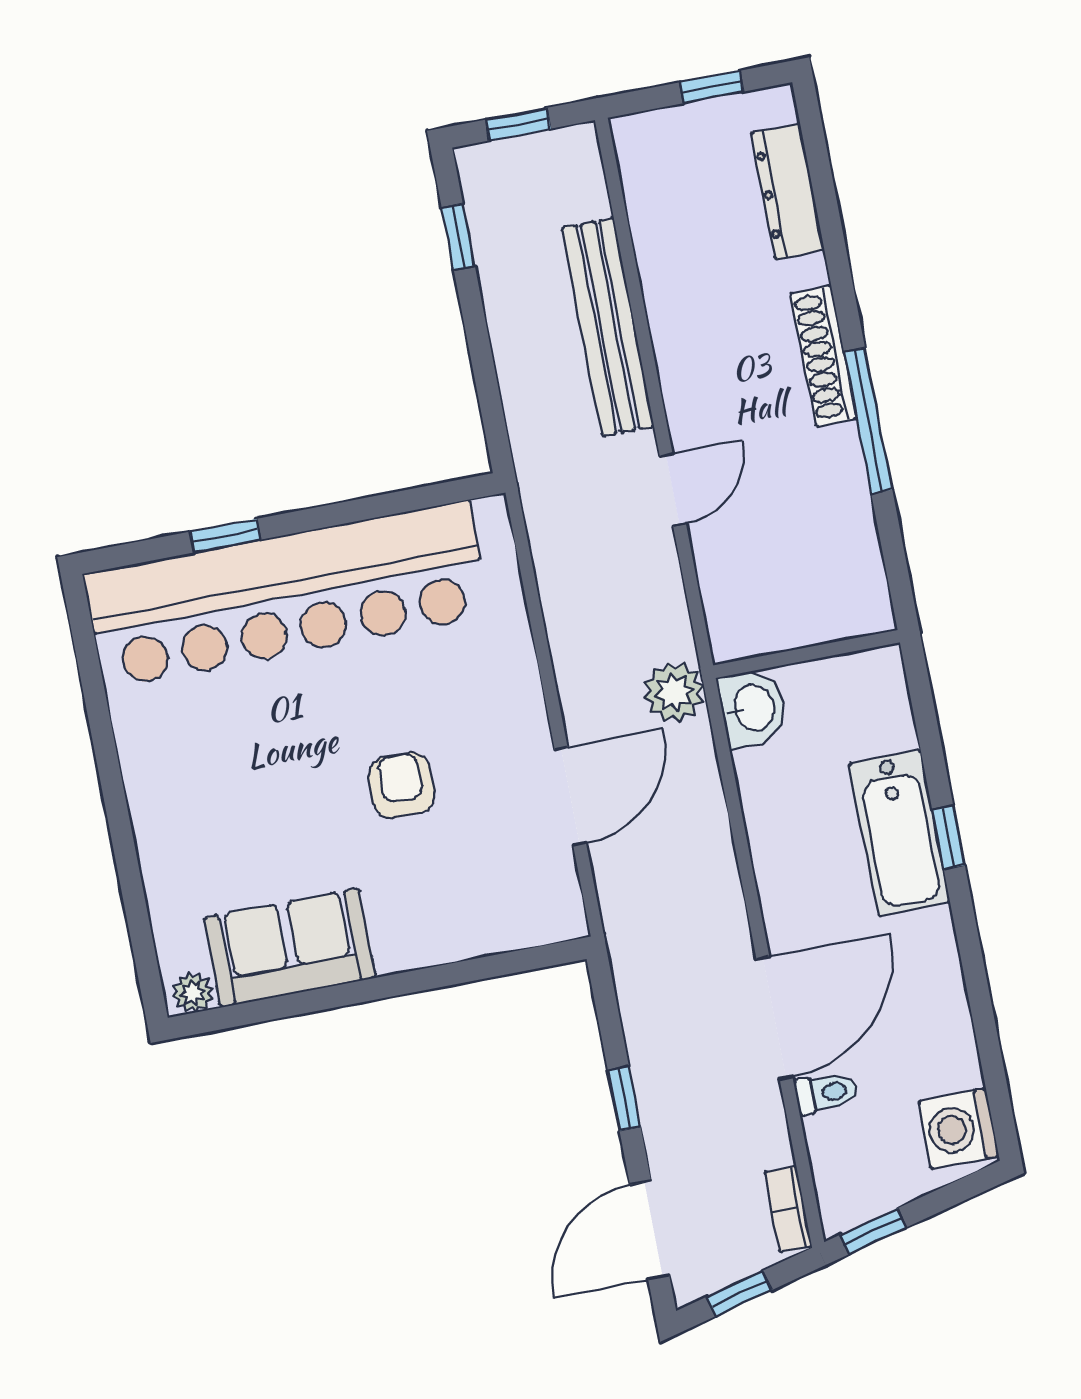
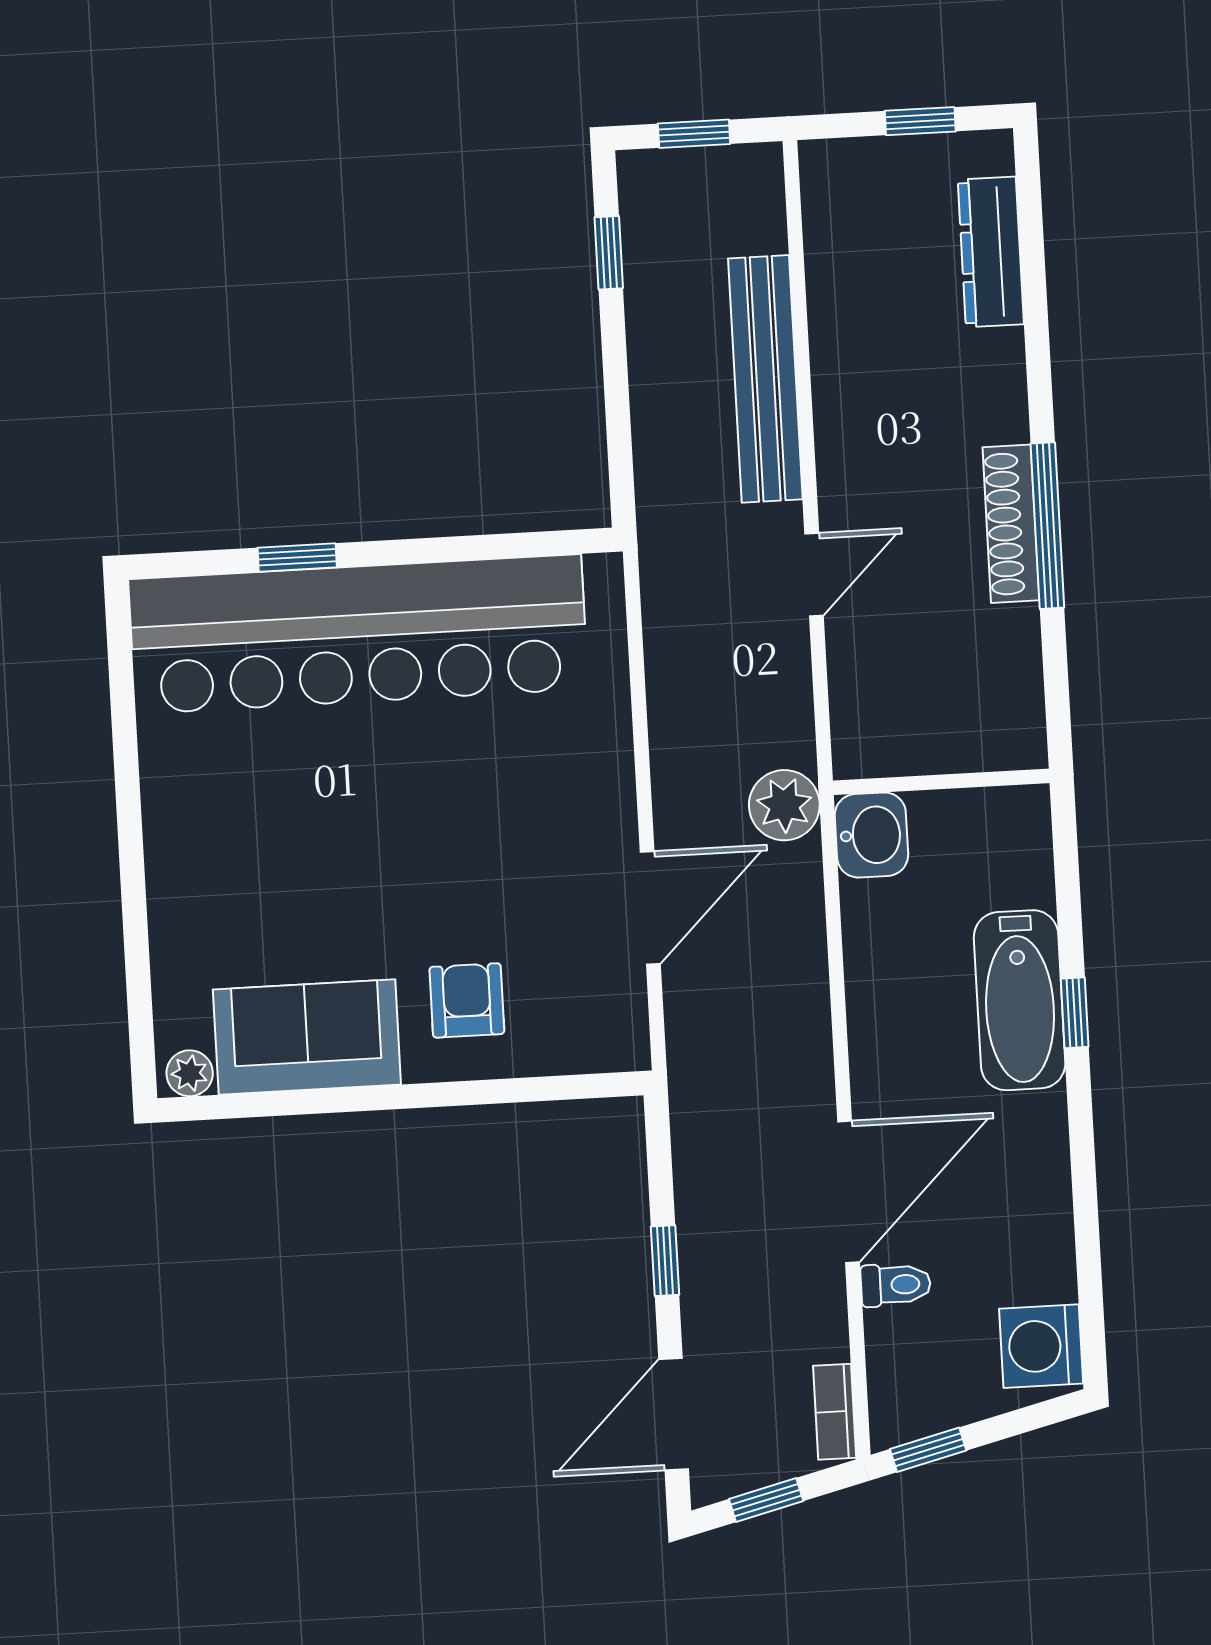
shoe rack: (824, 356) -> (1011, 524), moved
armchair: (402, 785) -> (467, 1000), moved

